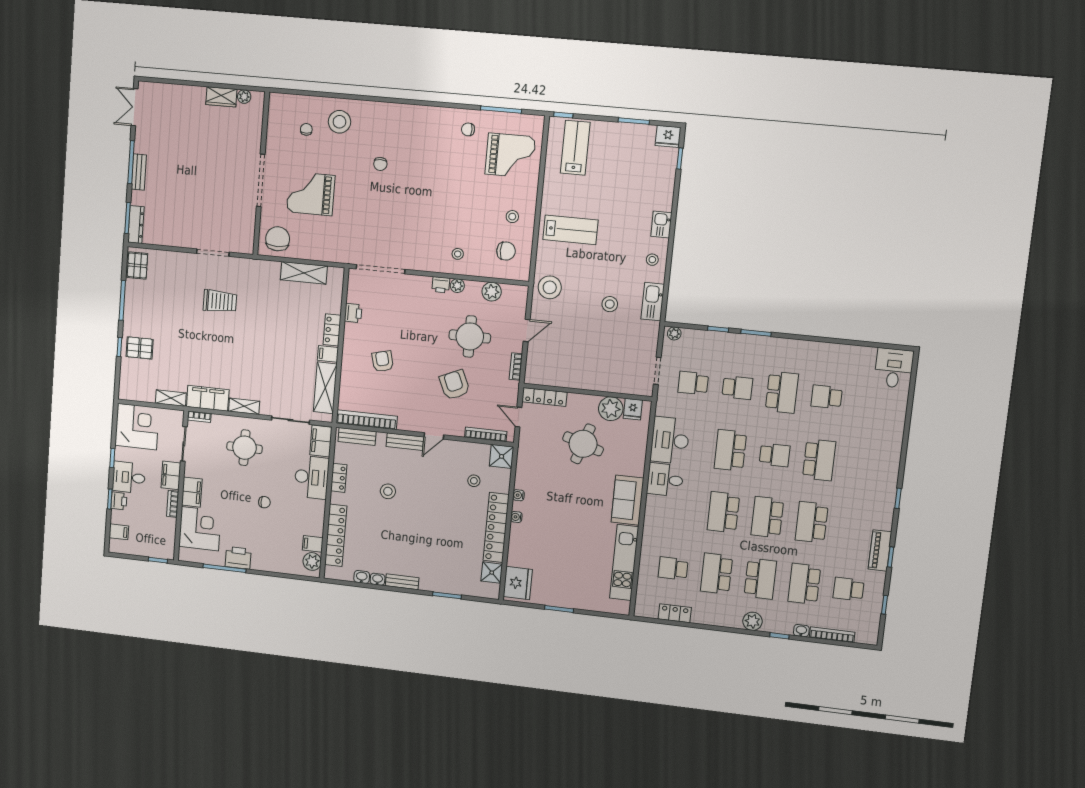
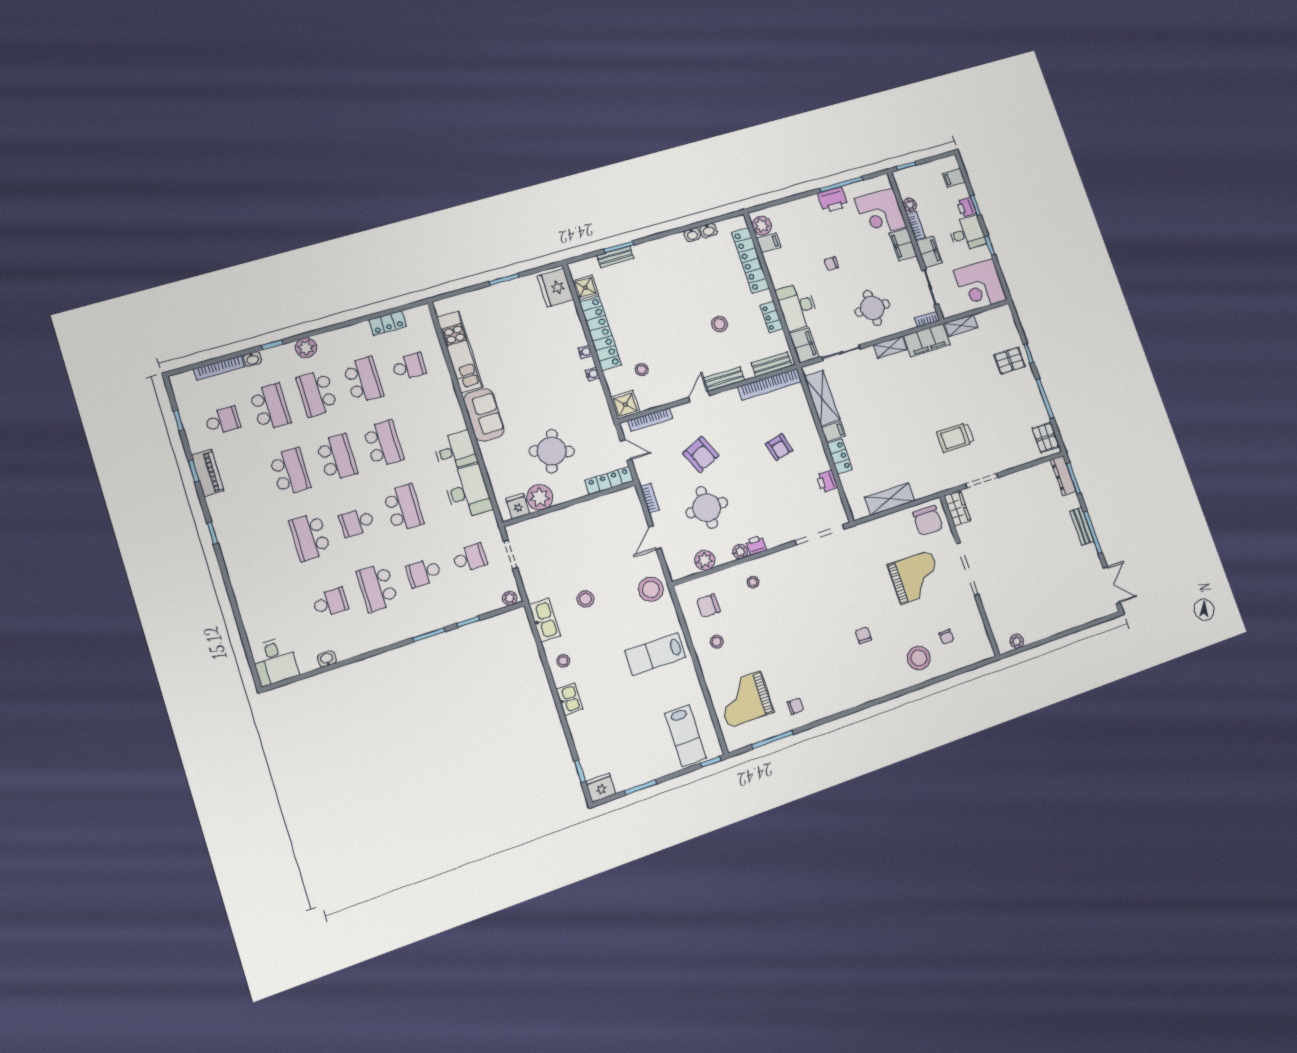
wardrobe: (221, 97) -> (957, 508), moved, turned 90
washbasin: (850, 351) -> (327, 659), added
plant: (170, 524) -> (910, 205), added
bench: (402, 582) -> (615, 257), moved

